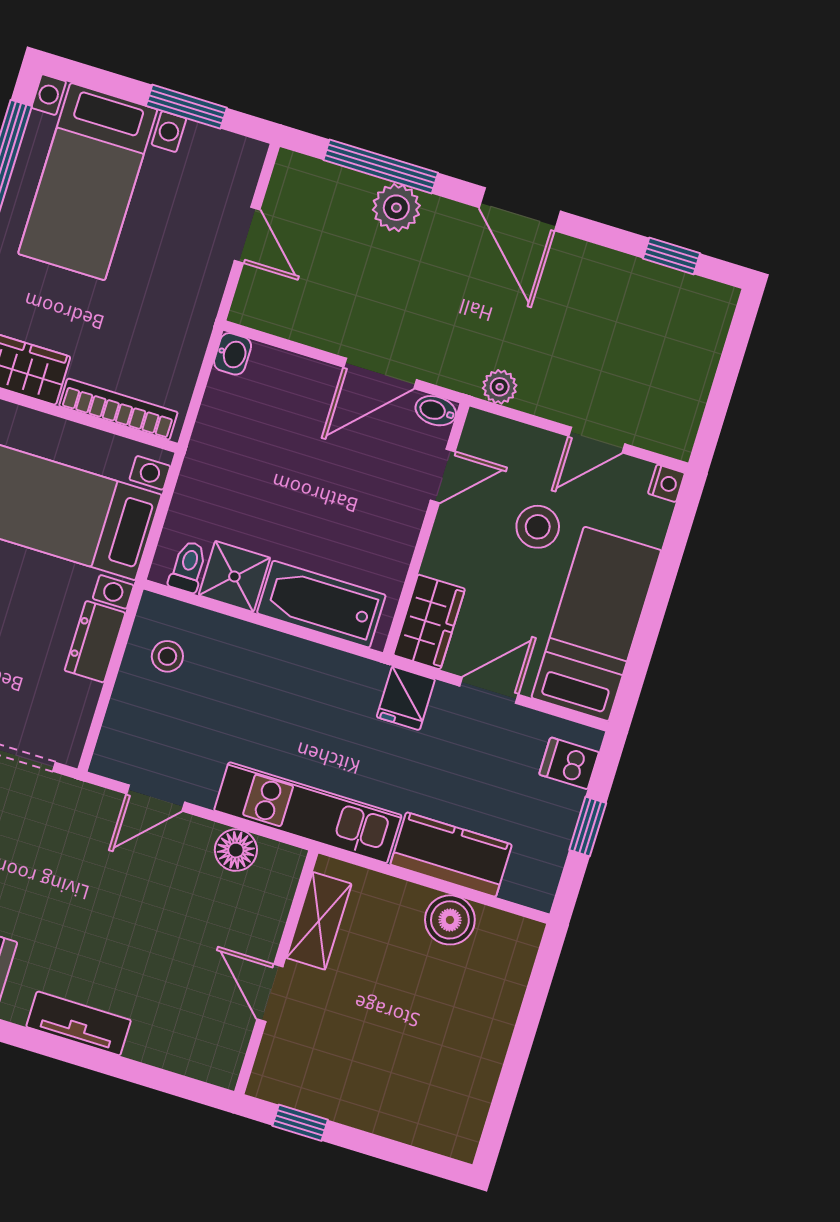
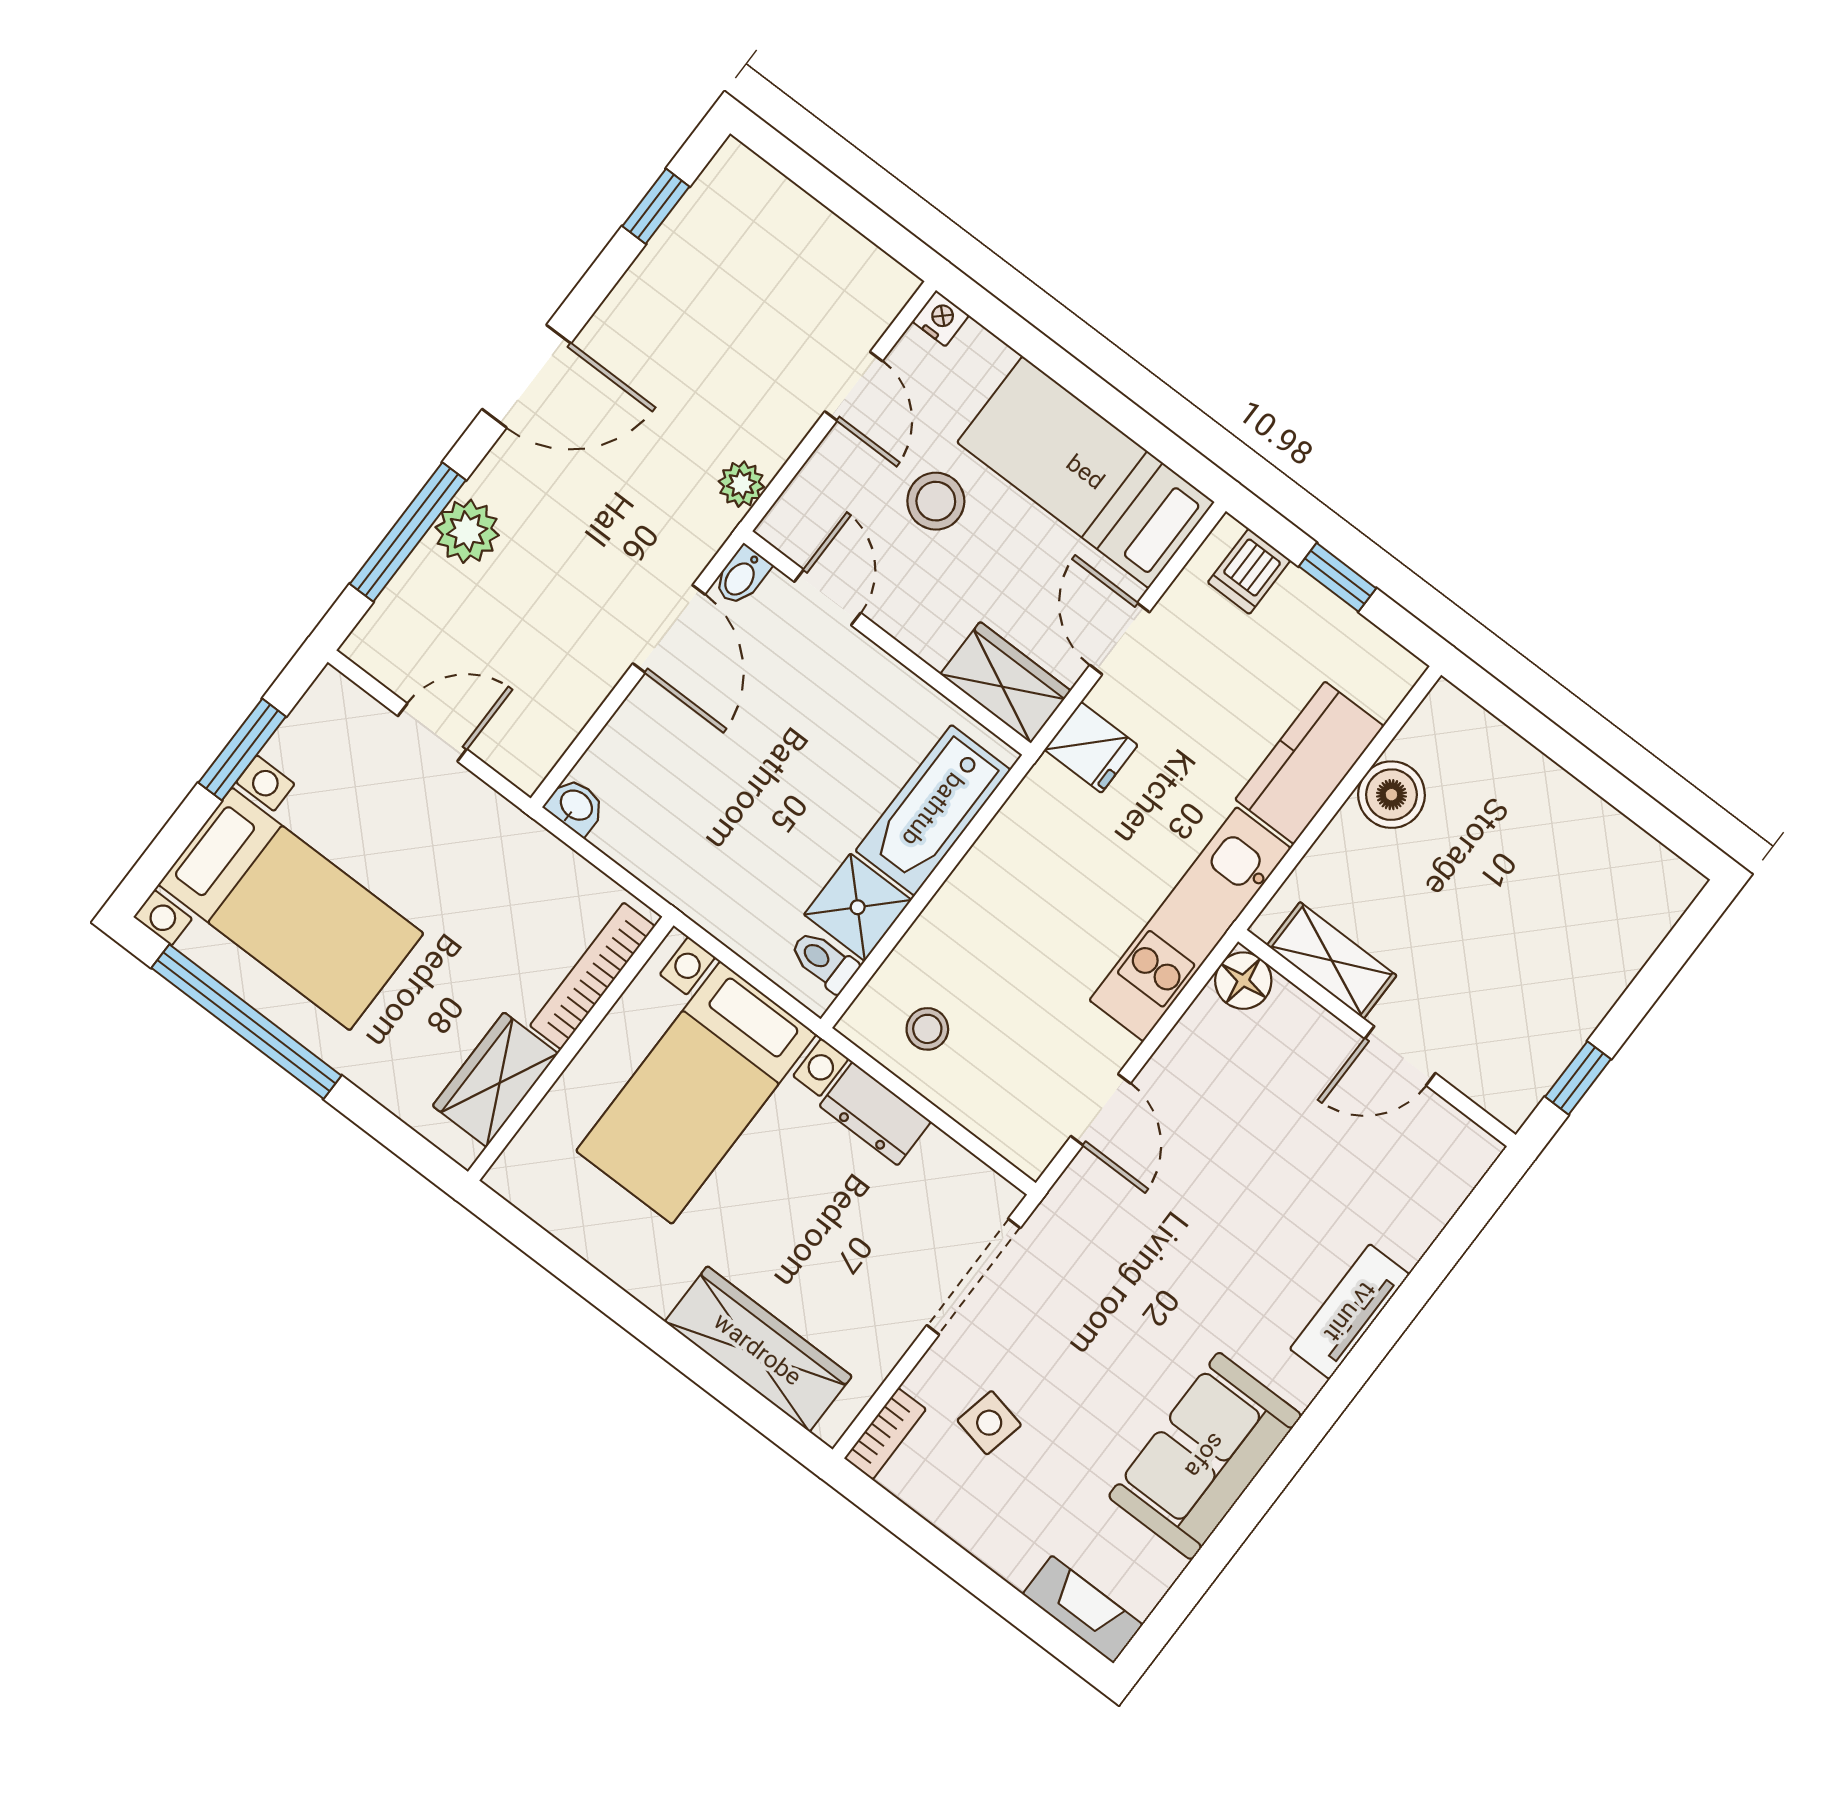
floor lamp: (236, 850) -> (1243, 981), moved

